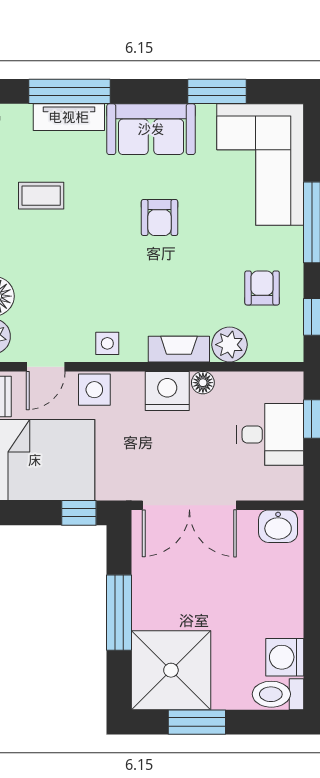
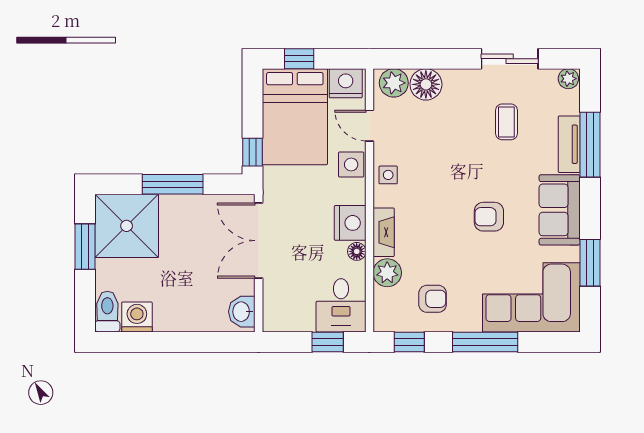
desk: (270, 434) -> (341, 305), moved

